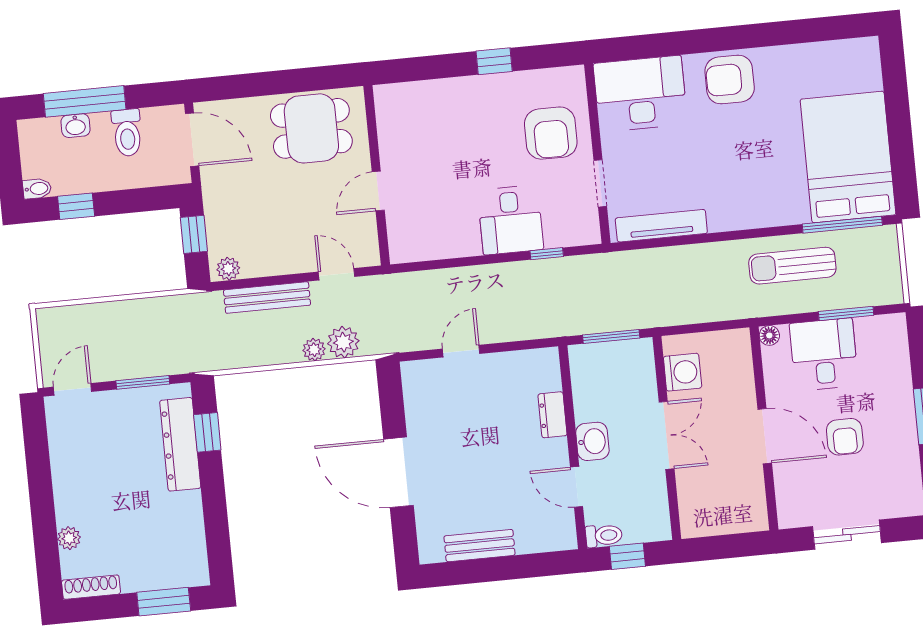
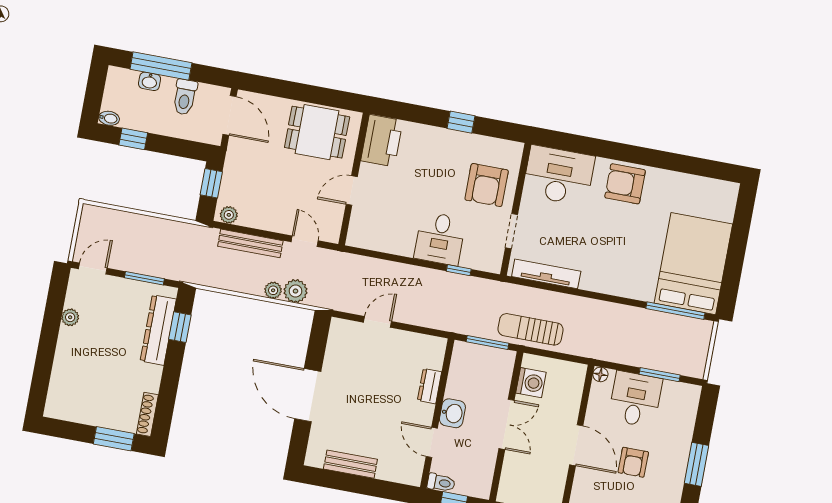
printer: (398, 115) -> (382, 141), added
sun lounger: (792, 266) -> (530, 329), moved
plant: (69, 538) -> (70, 317), moved
shoe rack: (91, 587) -> (147, 414), moved, turned -90

